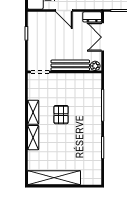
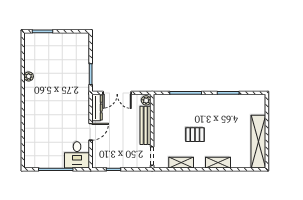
dresser: (92, 17) -> (97, 108), width x1.44
shelving: (33, 112) -> (181, 163), moved

